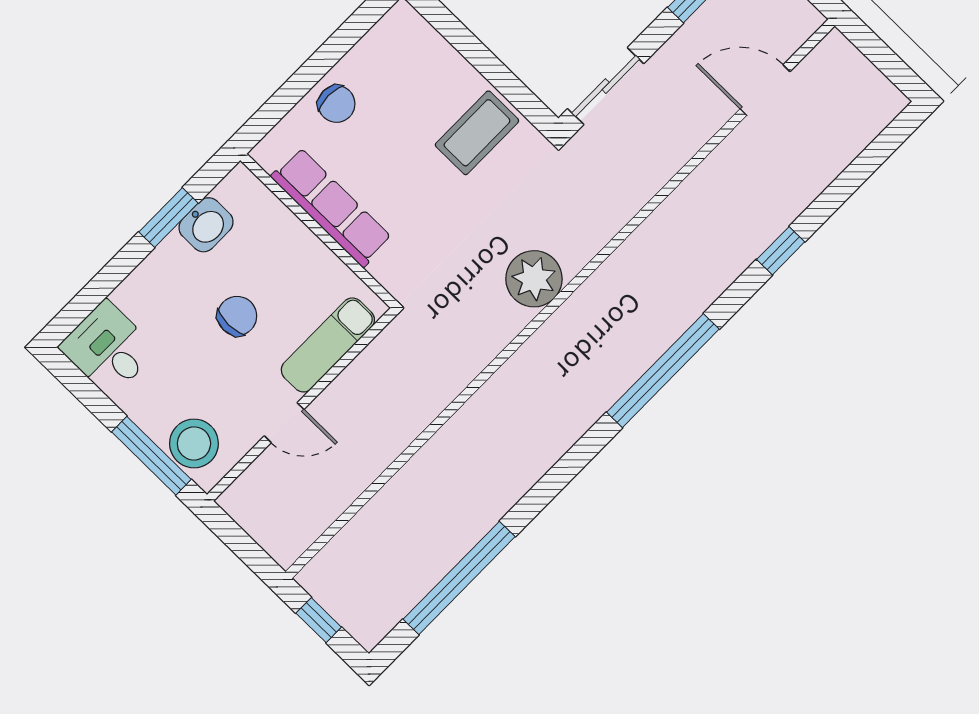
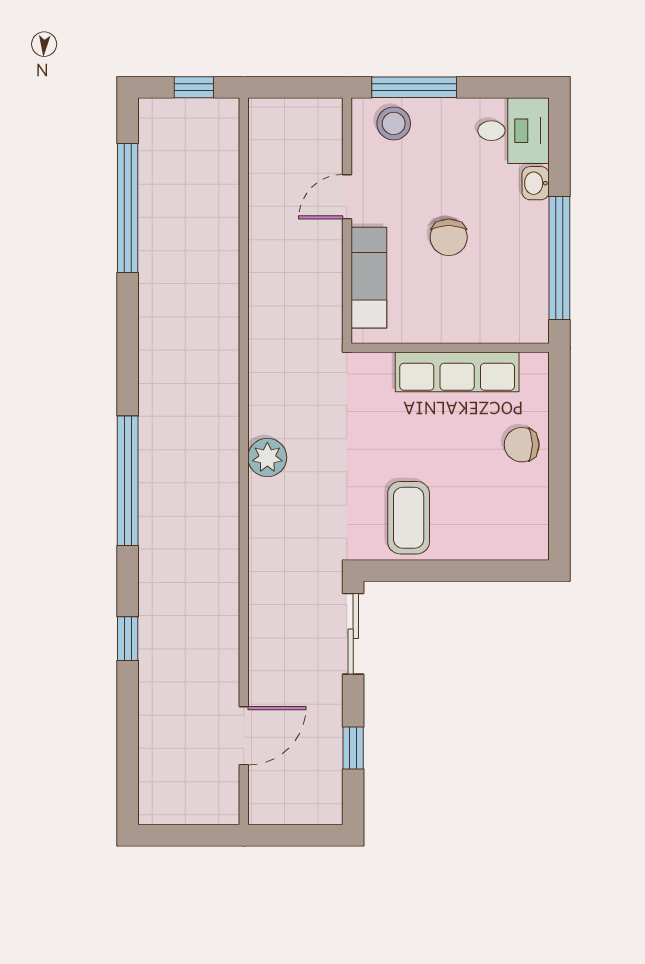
window: (168, 218) -> (559, 258), width x2.11
washbasin: (206, 225) -> (536, 183), moved, width x0.72, depth x0.69
plant: (534, 279) -> (267, 457), width x0.73, depth x0.73
stool: (194, 443) -> (394, 123), width x0.73, depth x0.73

